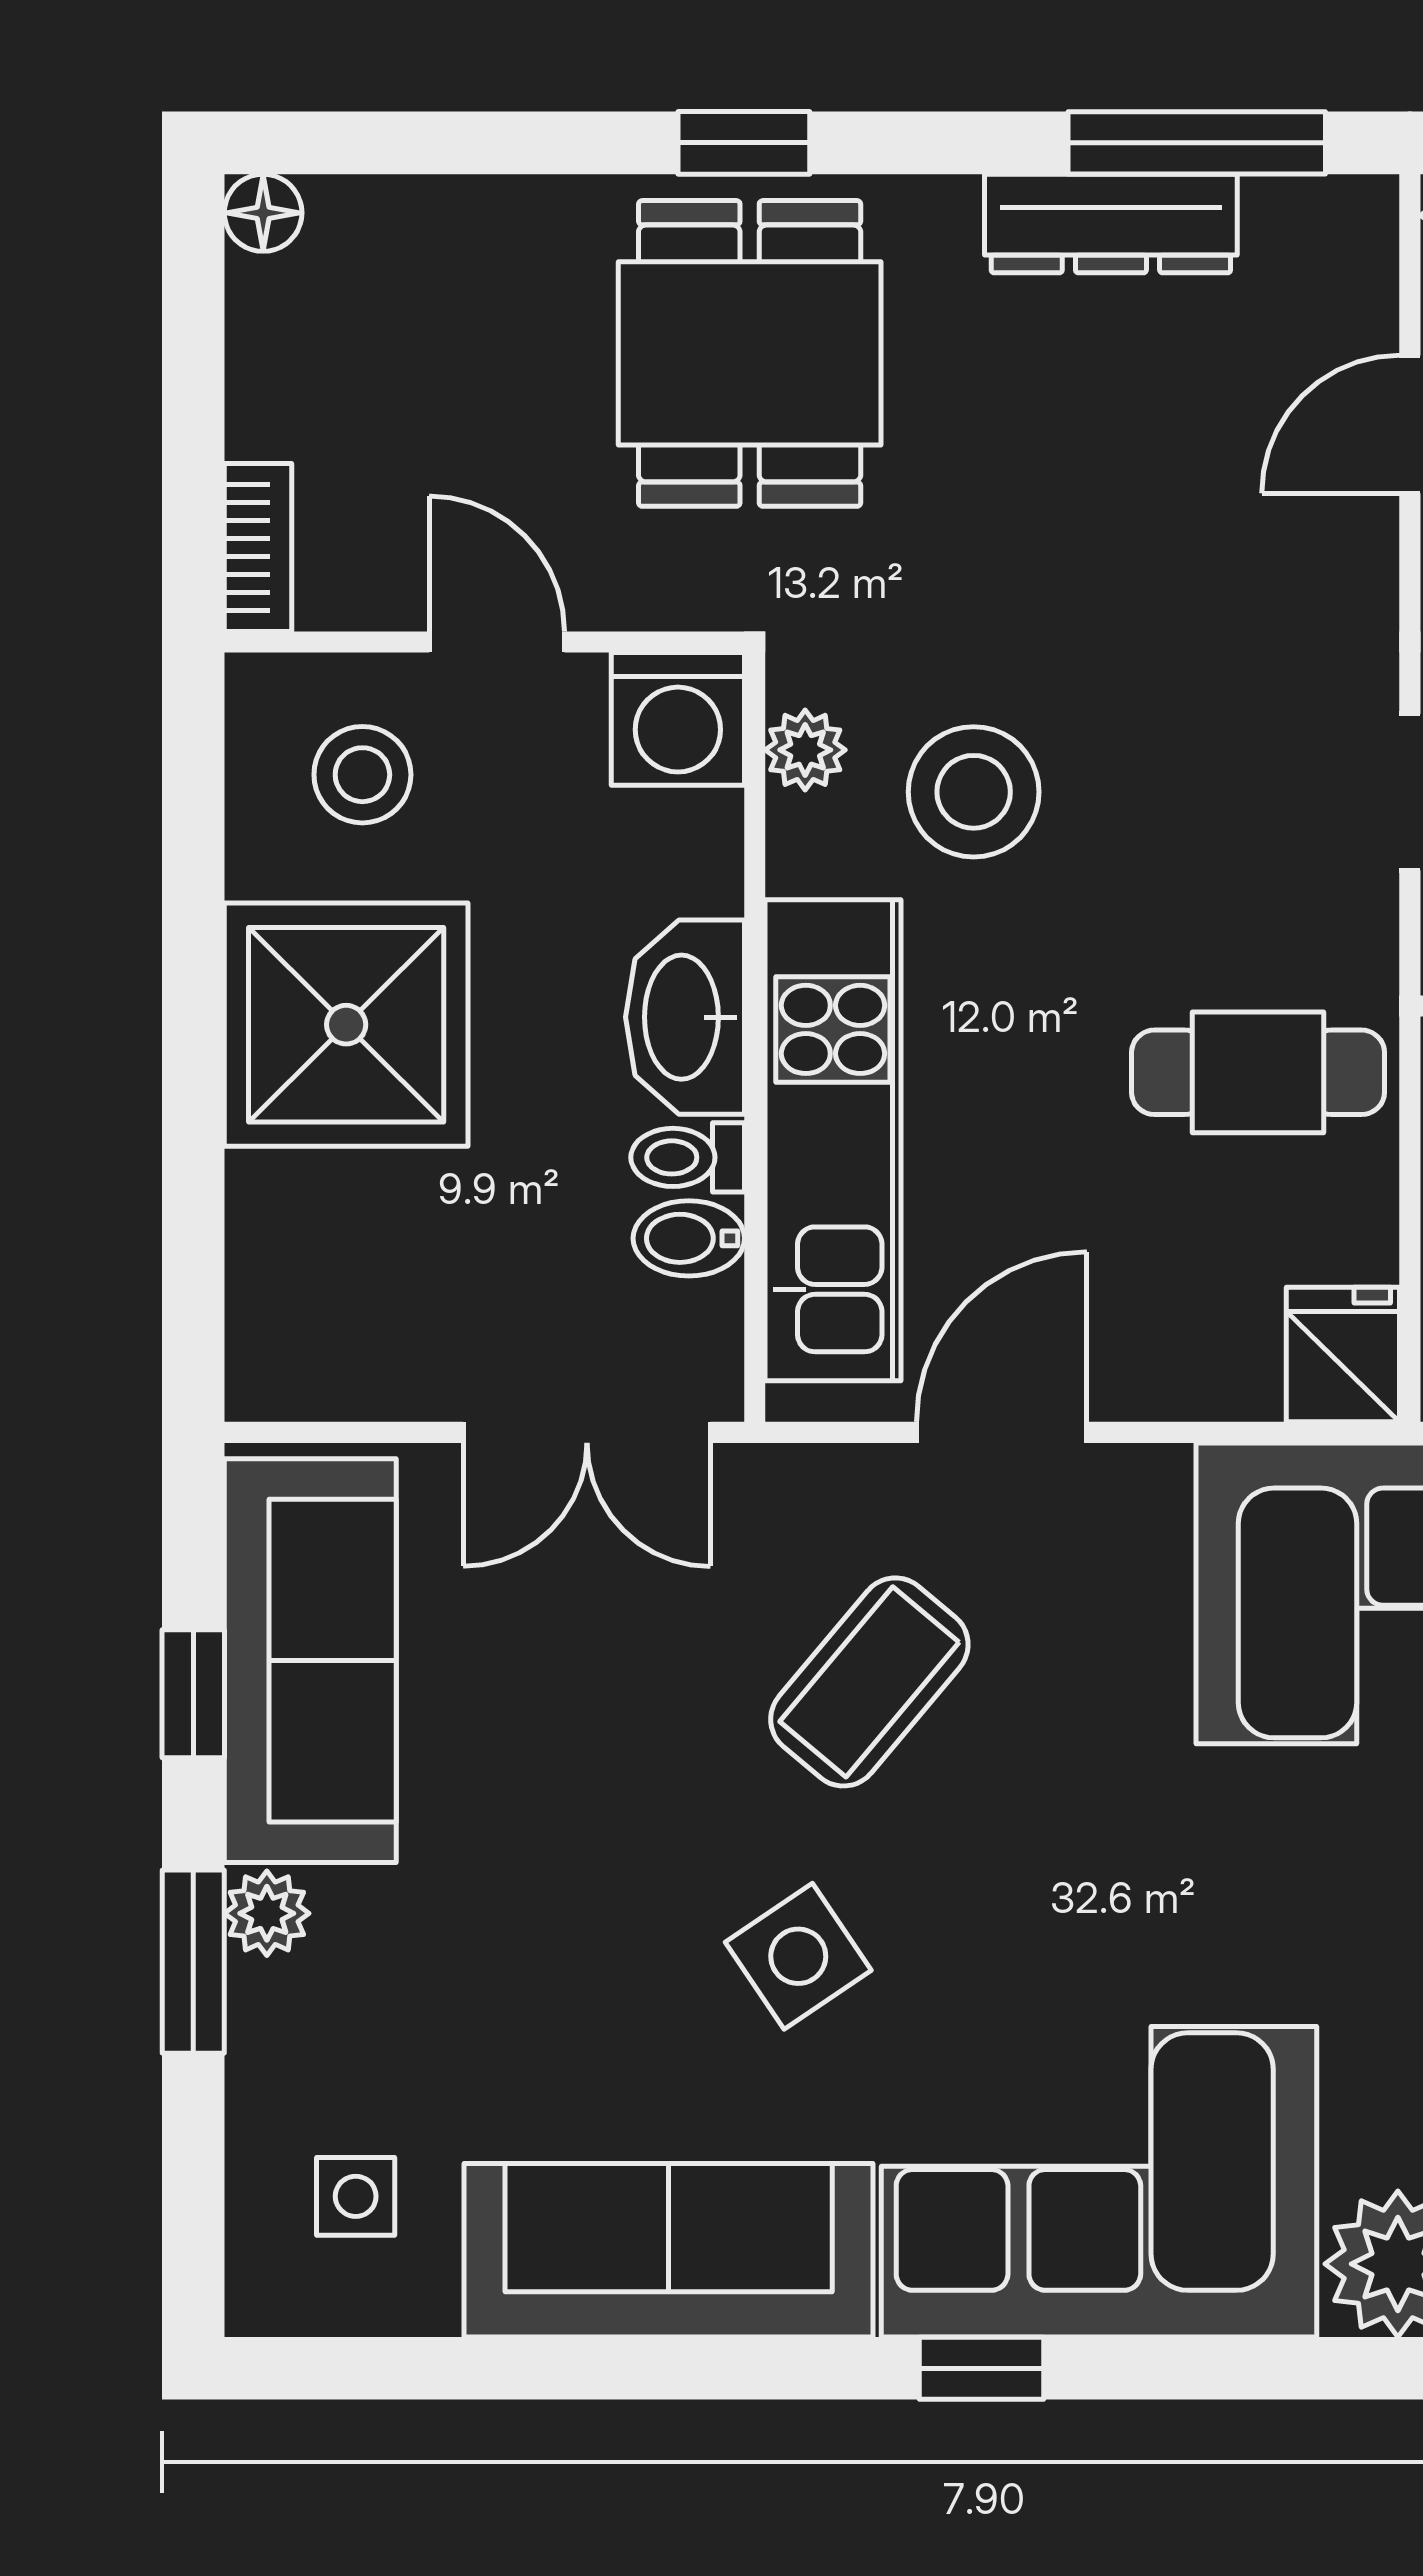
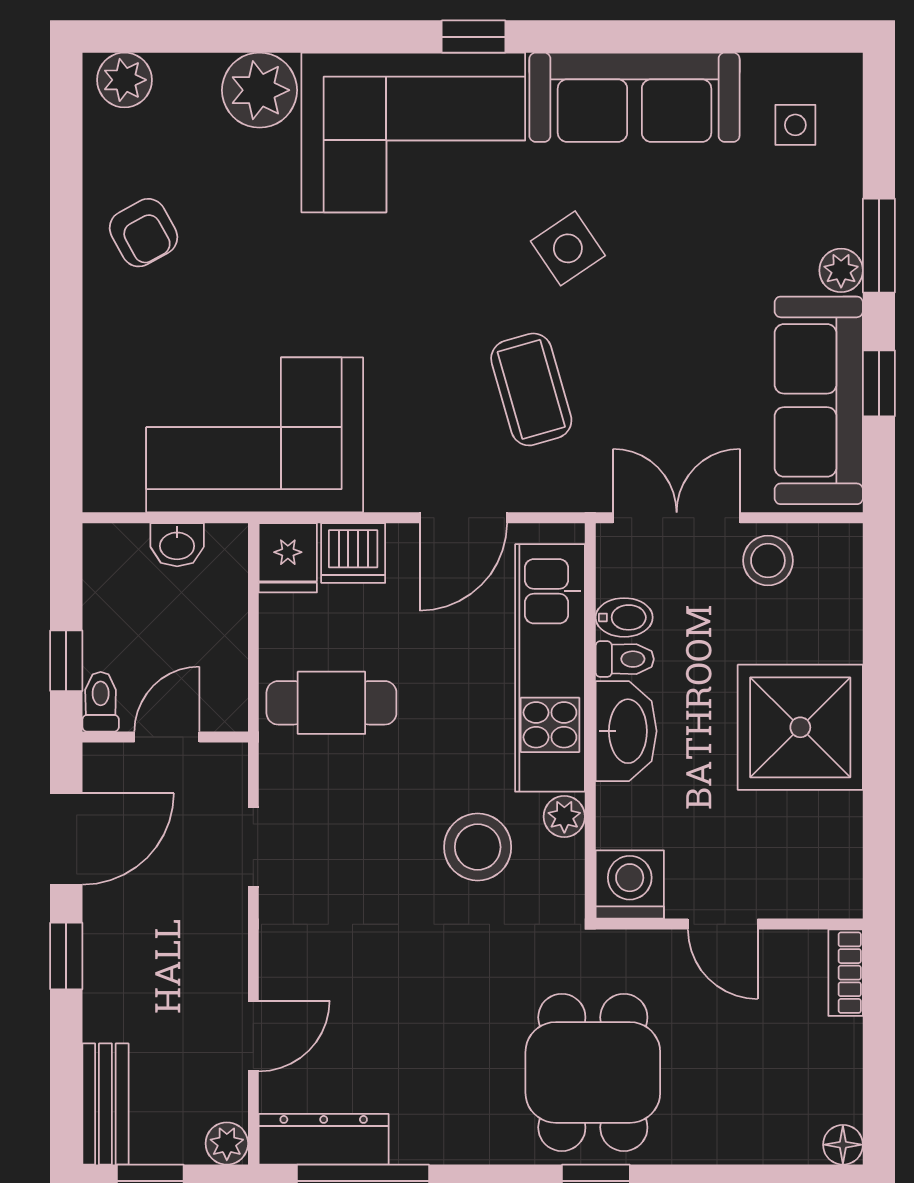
dresser: (1111, 223) -> (324, 1139), moved
plant: (805, 750) -> (564, 817), moved
stool: (362, 775) -> (768, 561), moved
dishwasher: (1216, 1364) -> (353, 553), added
coffee table: (869, 1682) -> (531, 389), turned -56

